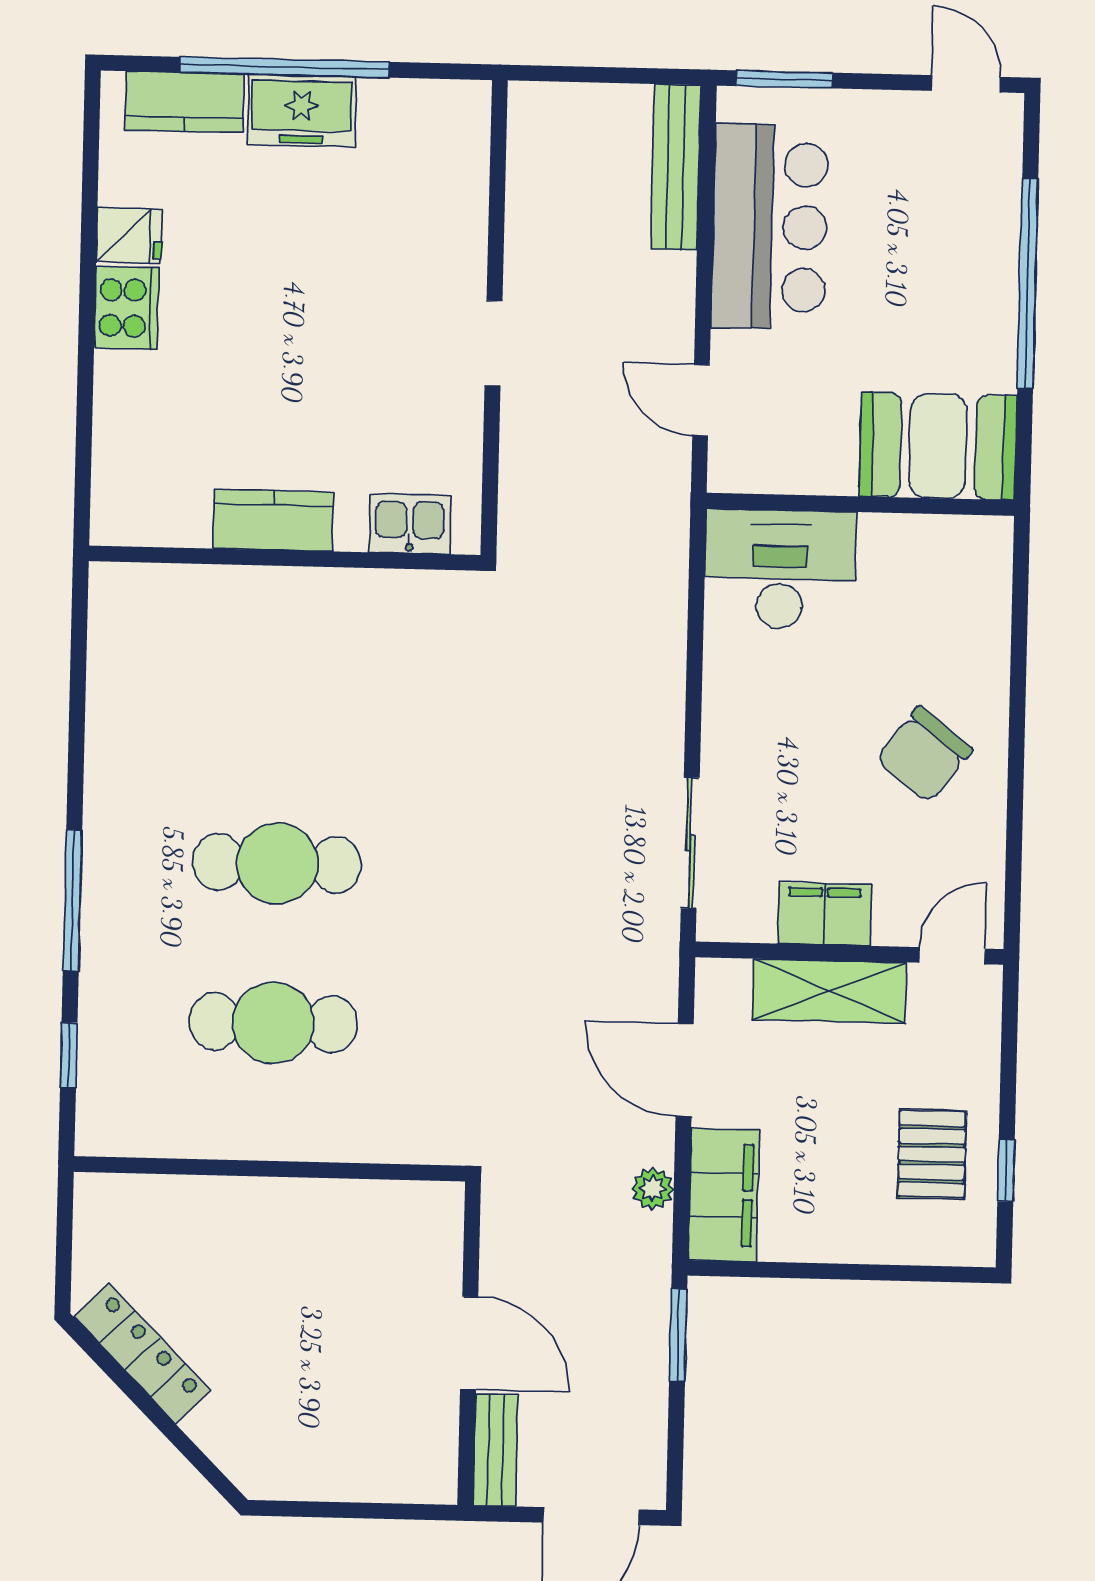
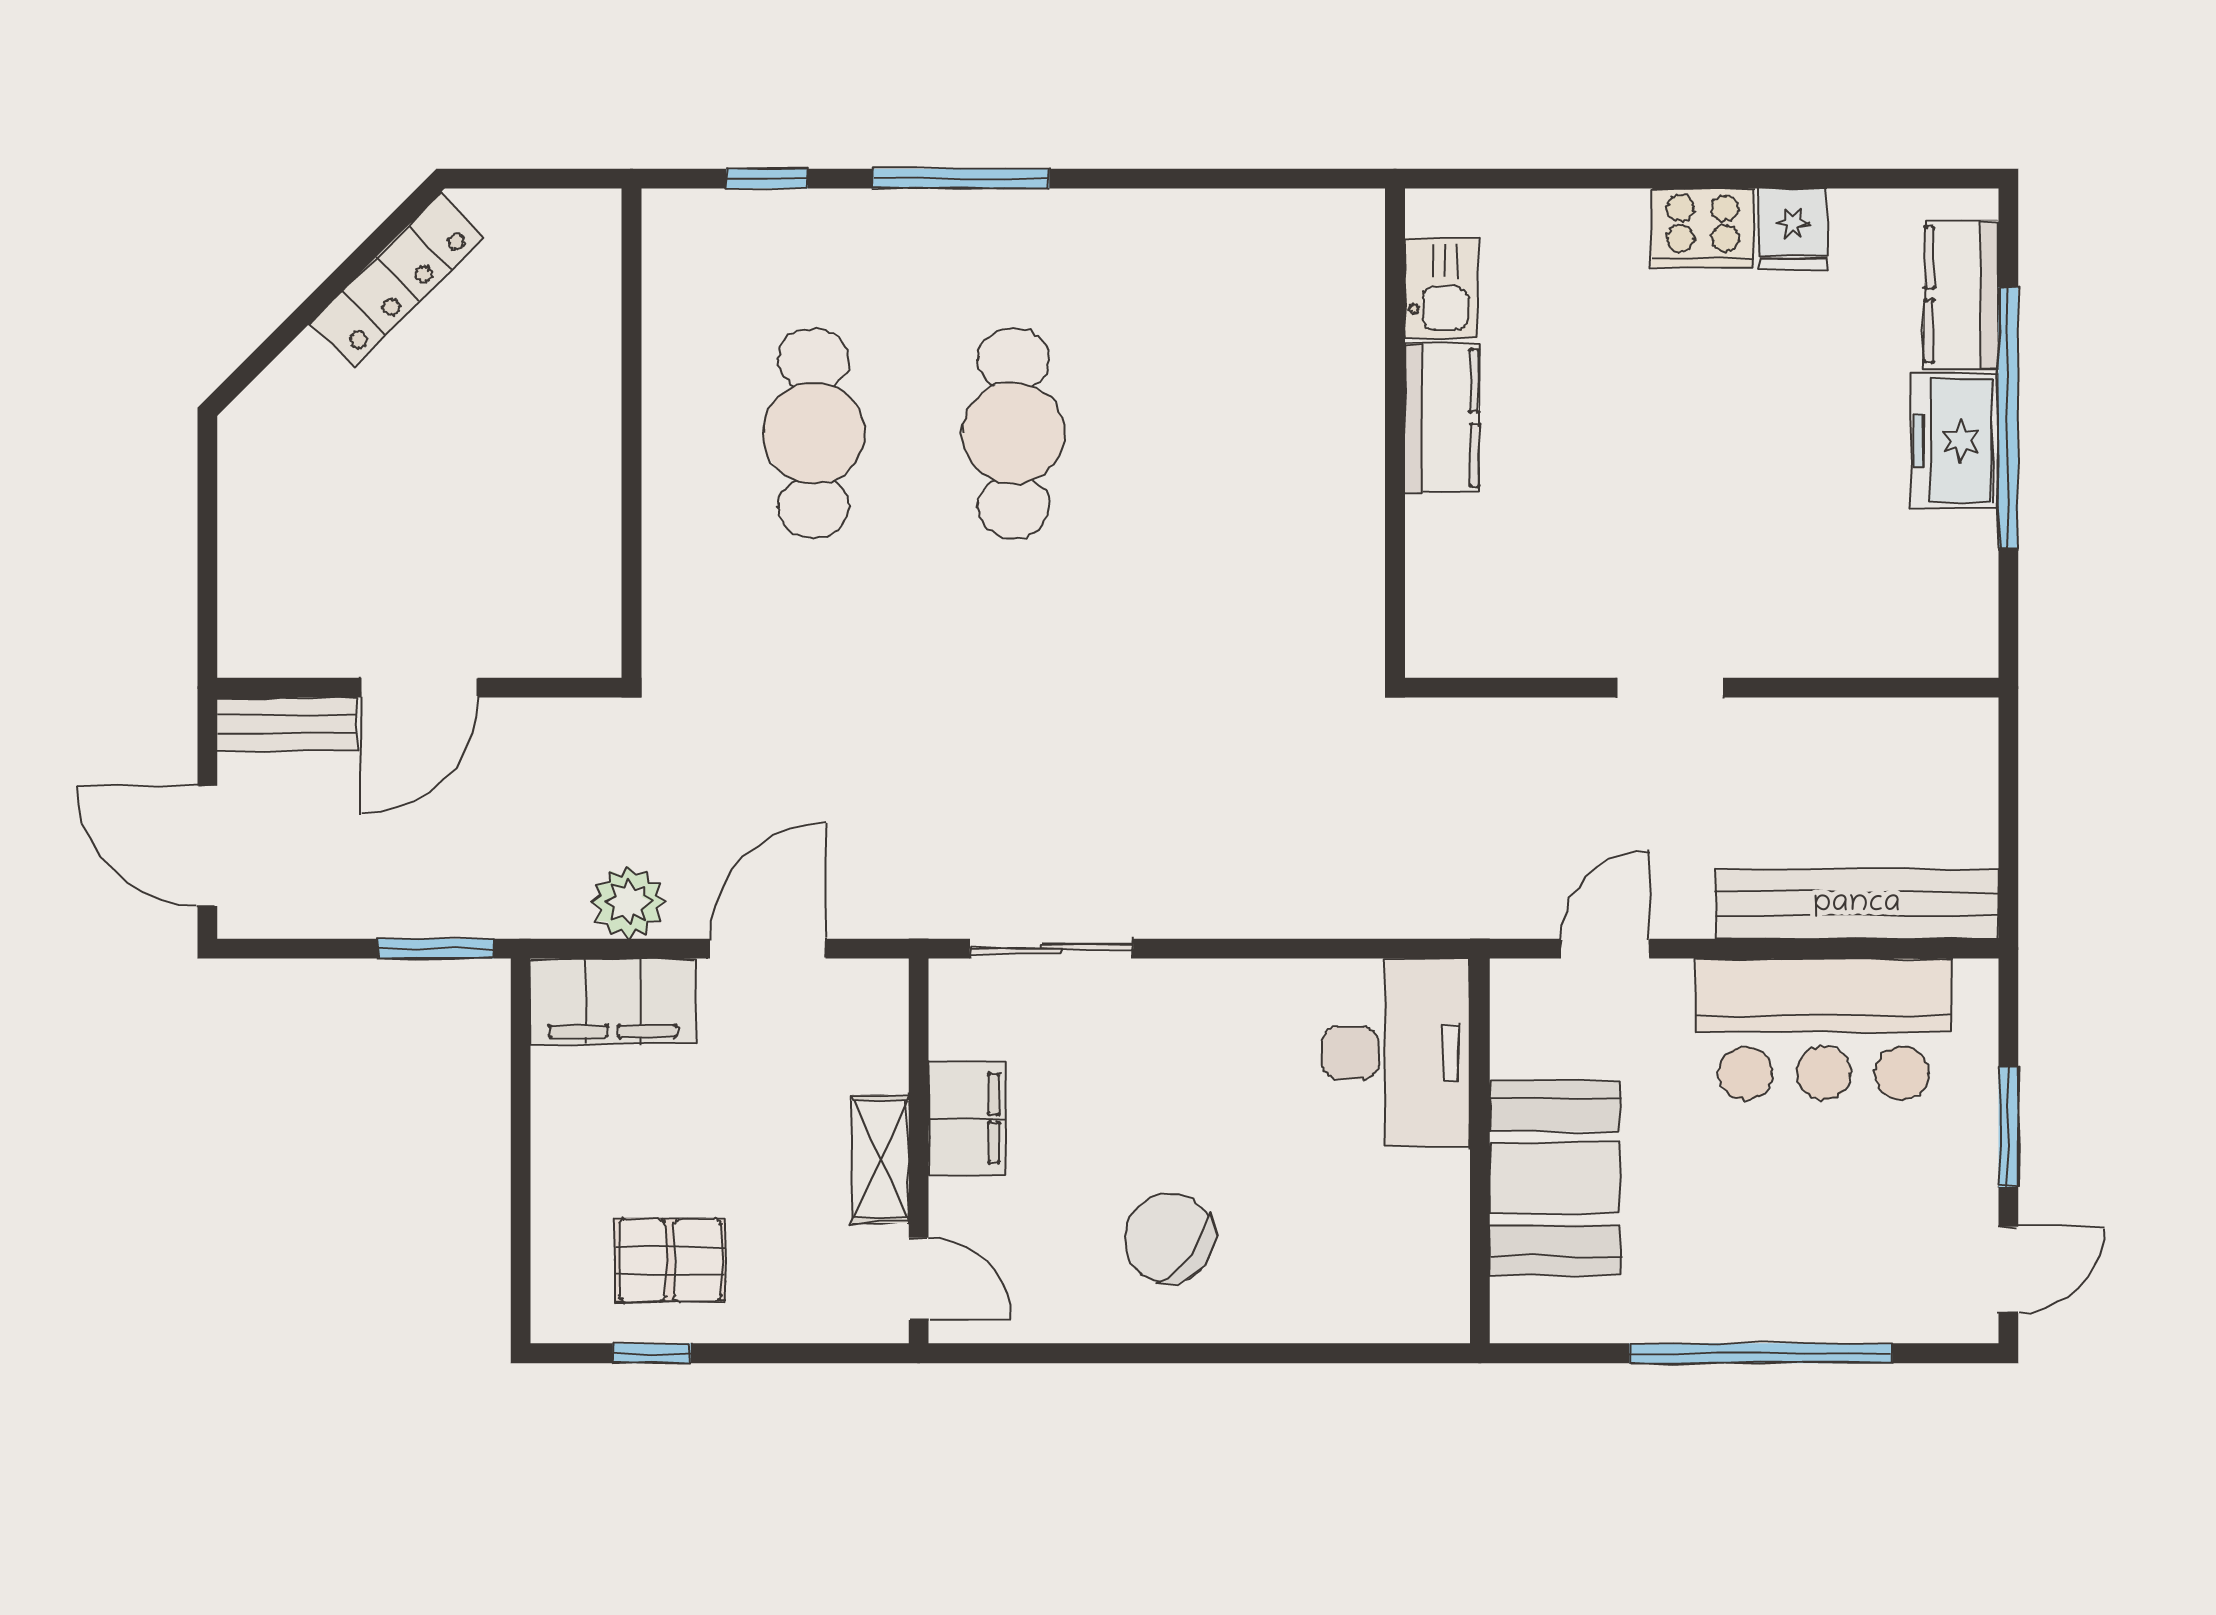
window: (784, 79) -> (2008, 1127), moved
bench: (676, 167) -> (1857, 904), width x1.37, depth x1.21
booth: (938, 446) -> (1555, 1178), moved
kitchen sink: (410, 524) -> (1441, 288), moved
shelving: (830, 991) -> (880, 1159), width x0.67, depth x0.75
plant: (653, 1189) -> (628, 902), width x1.38, depth x1.38

